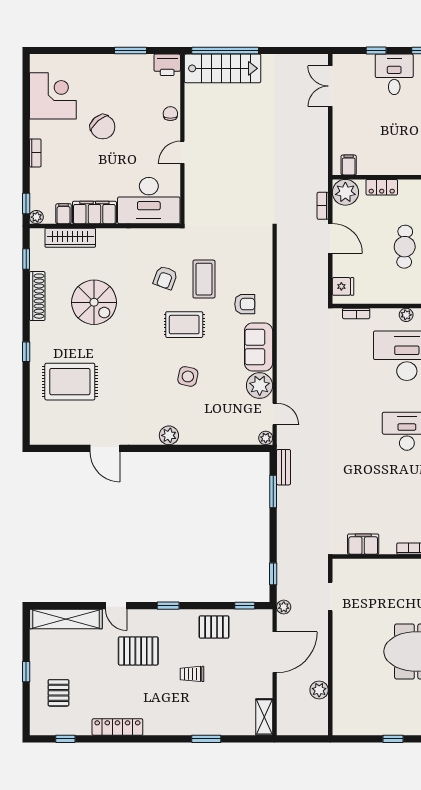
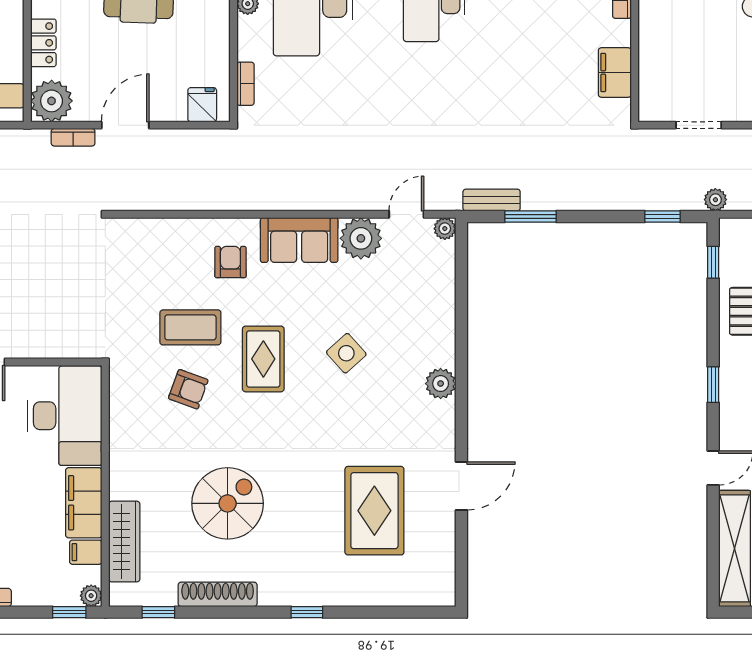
side table: (188, 376) -> (346, 353), turned 36
rug: (70, 382) -> (374, 511), moved

